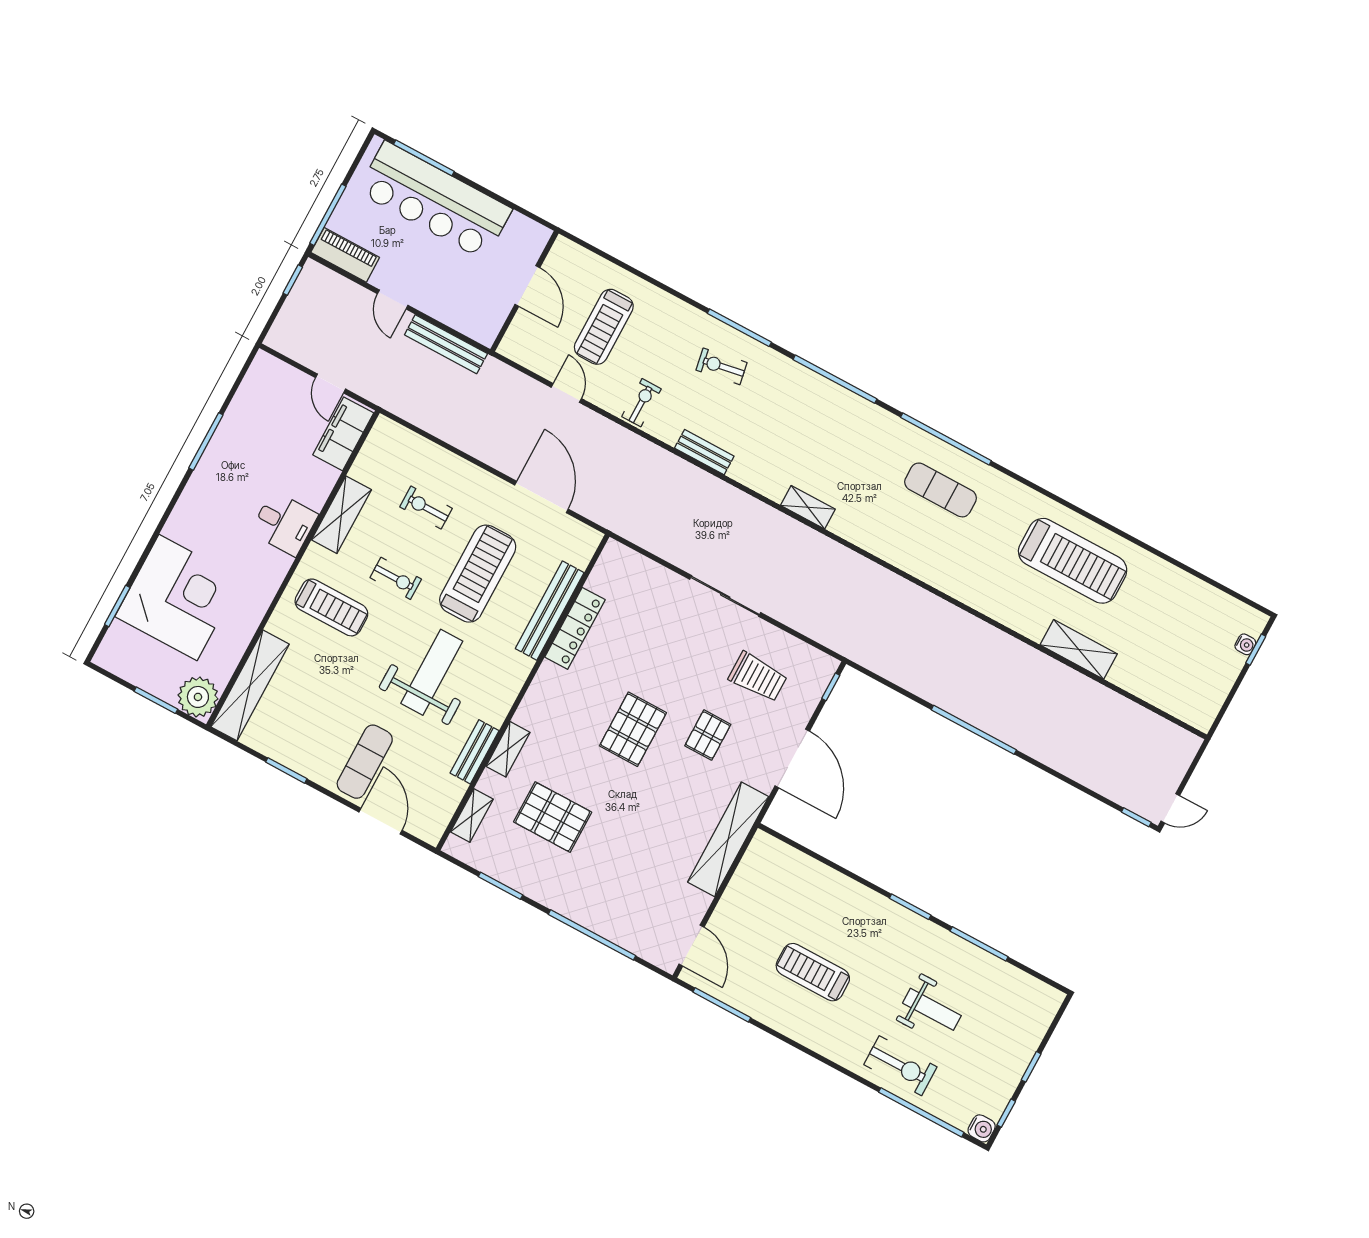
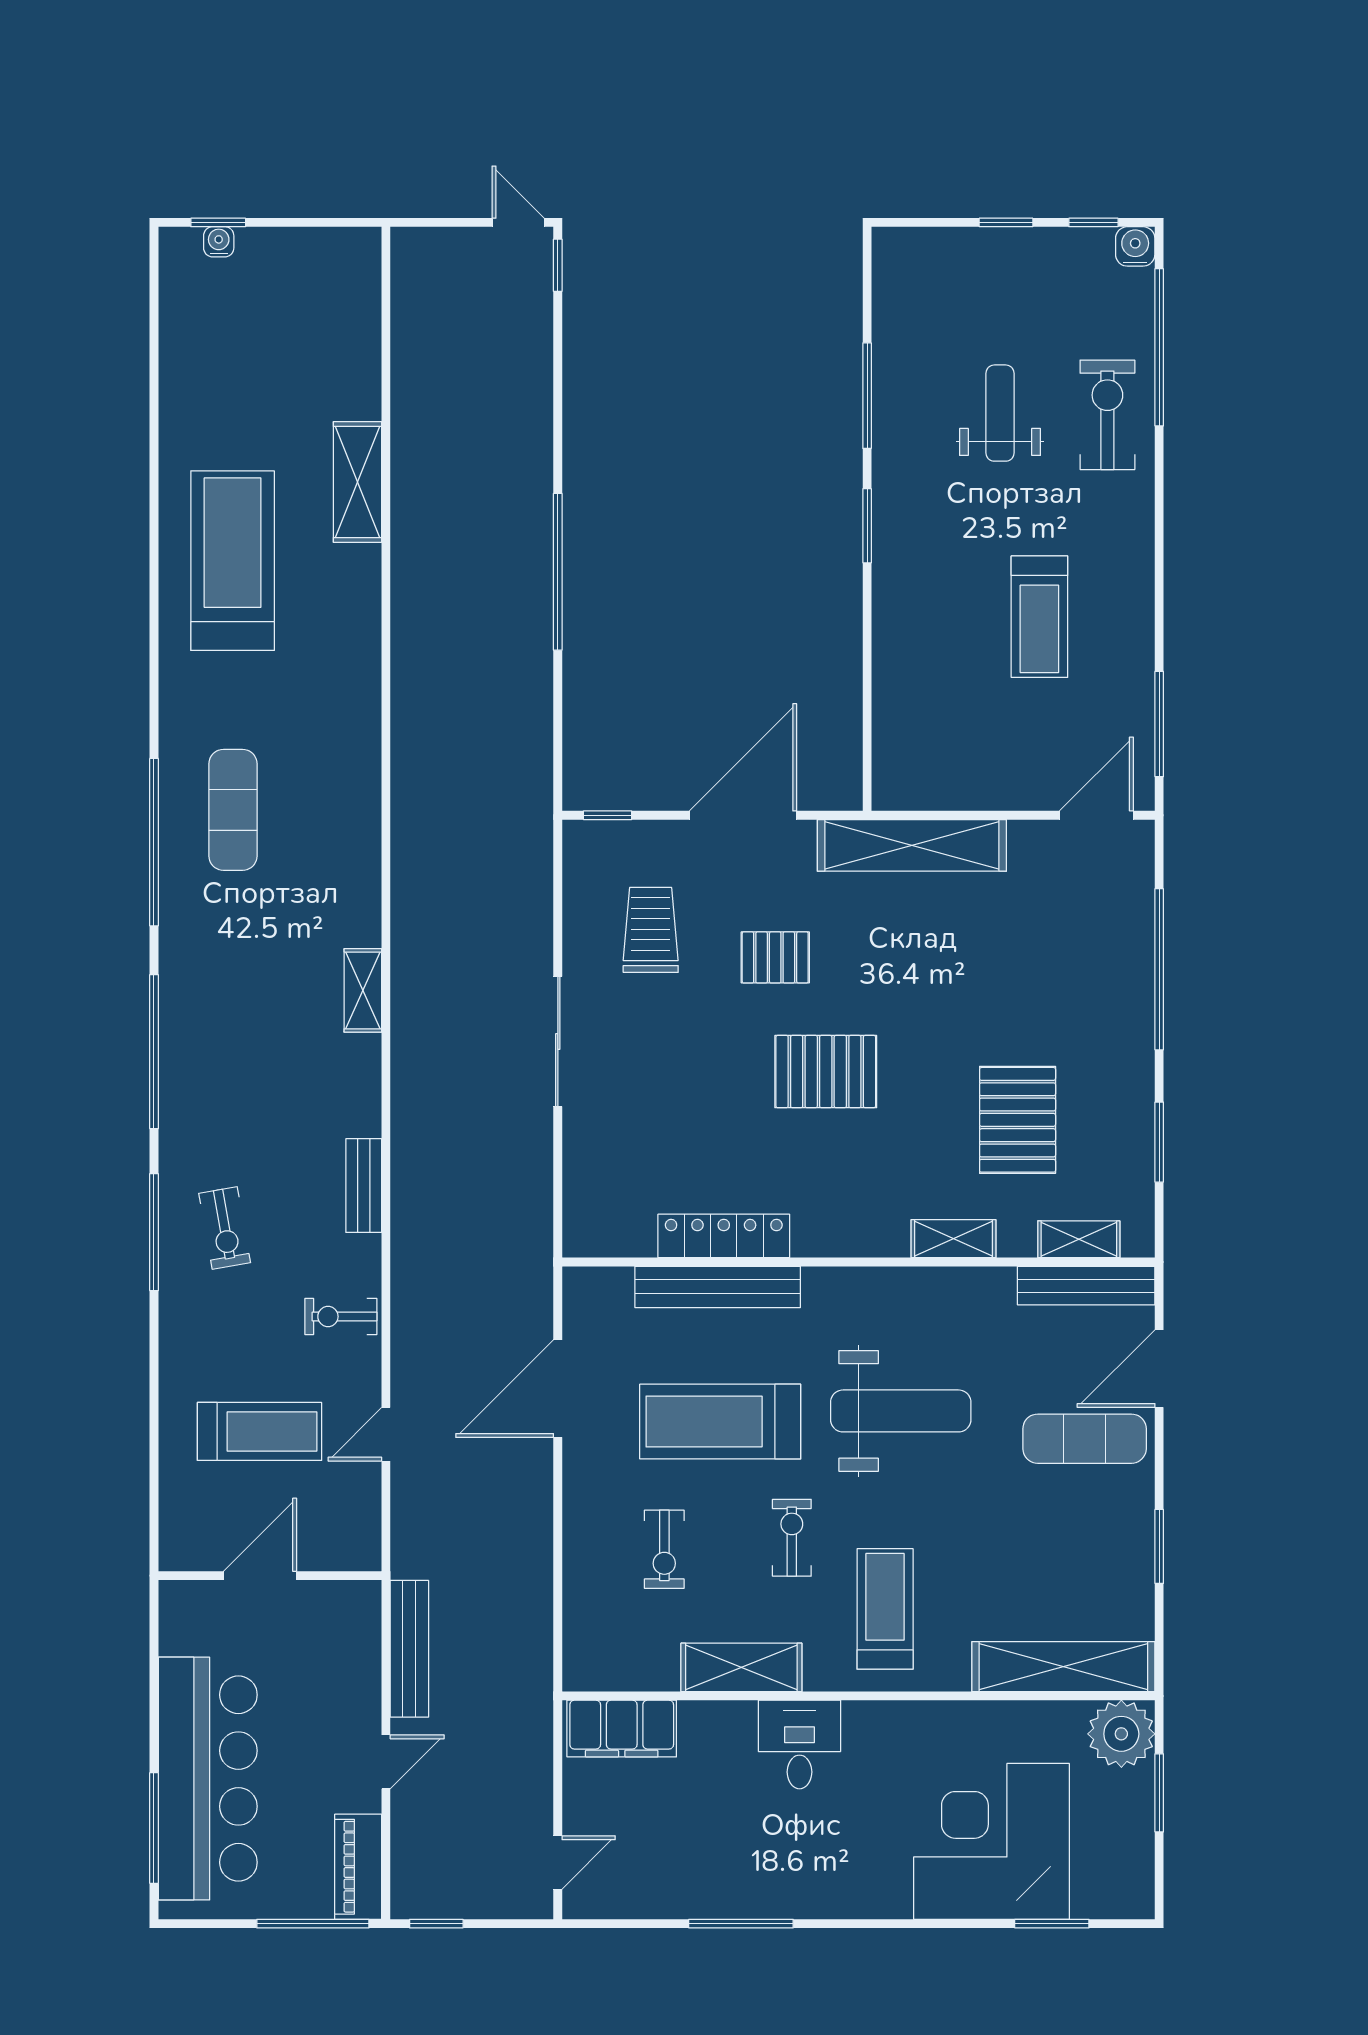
door: (331, 383) -> (558, 1862), moved
weight bench: (432, 672) -> (901, 1411), turned 180
bench: (475, 752) -> (1086, 1286), moved, width x1.36

